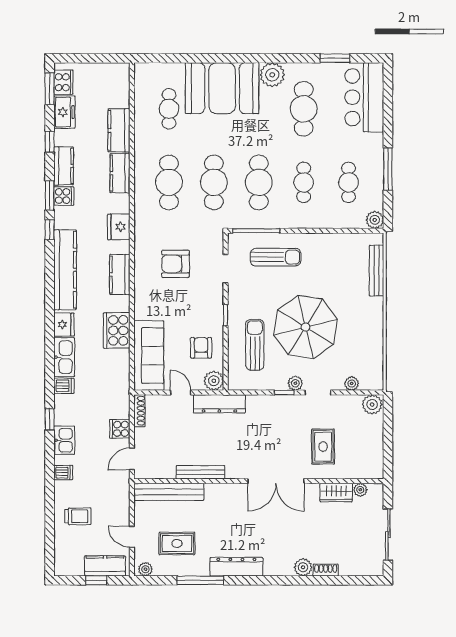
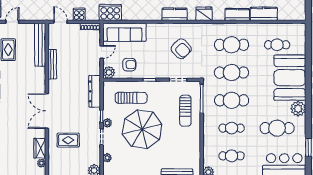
armchair: (175, 264) -> (181, 49), turned 135
cooker: (117, 330) -> (110, 12), moved
dresser: (219, 404) -> (95, 91), moved

